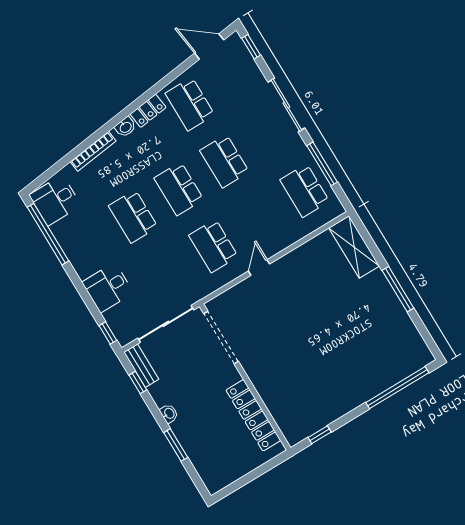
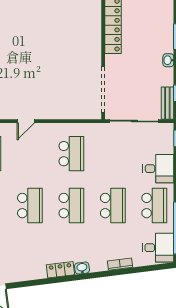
school desk: (190, 104) -> (154, 206), moved
bookcase: (93, 151) -> (120, 264), width x0.64
door: (259, 267) -> (26, 121), moved

